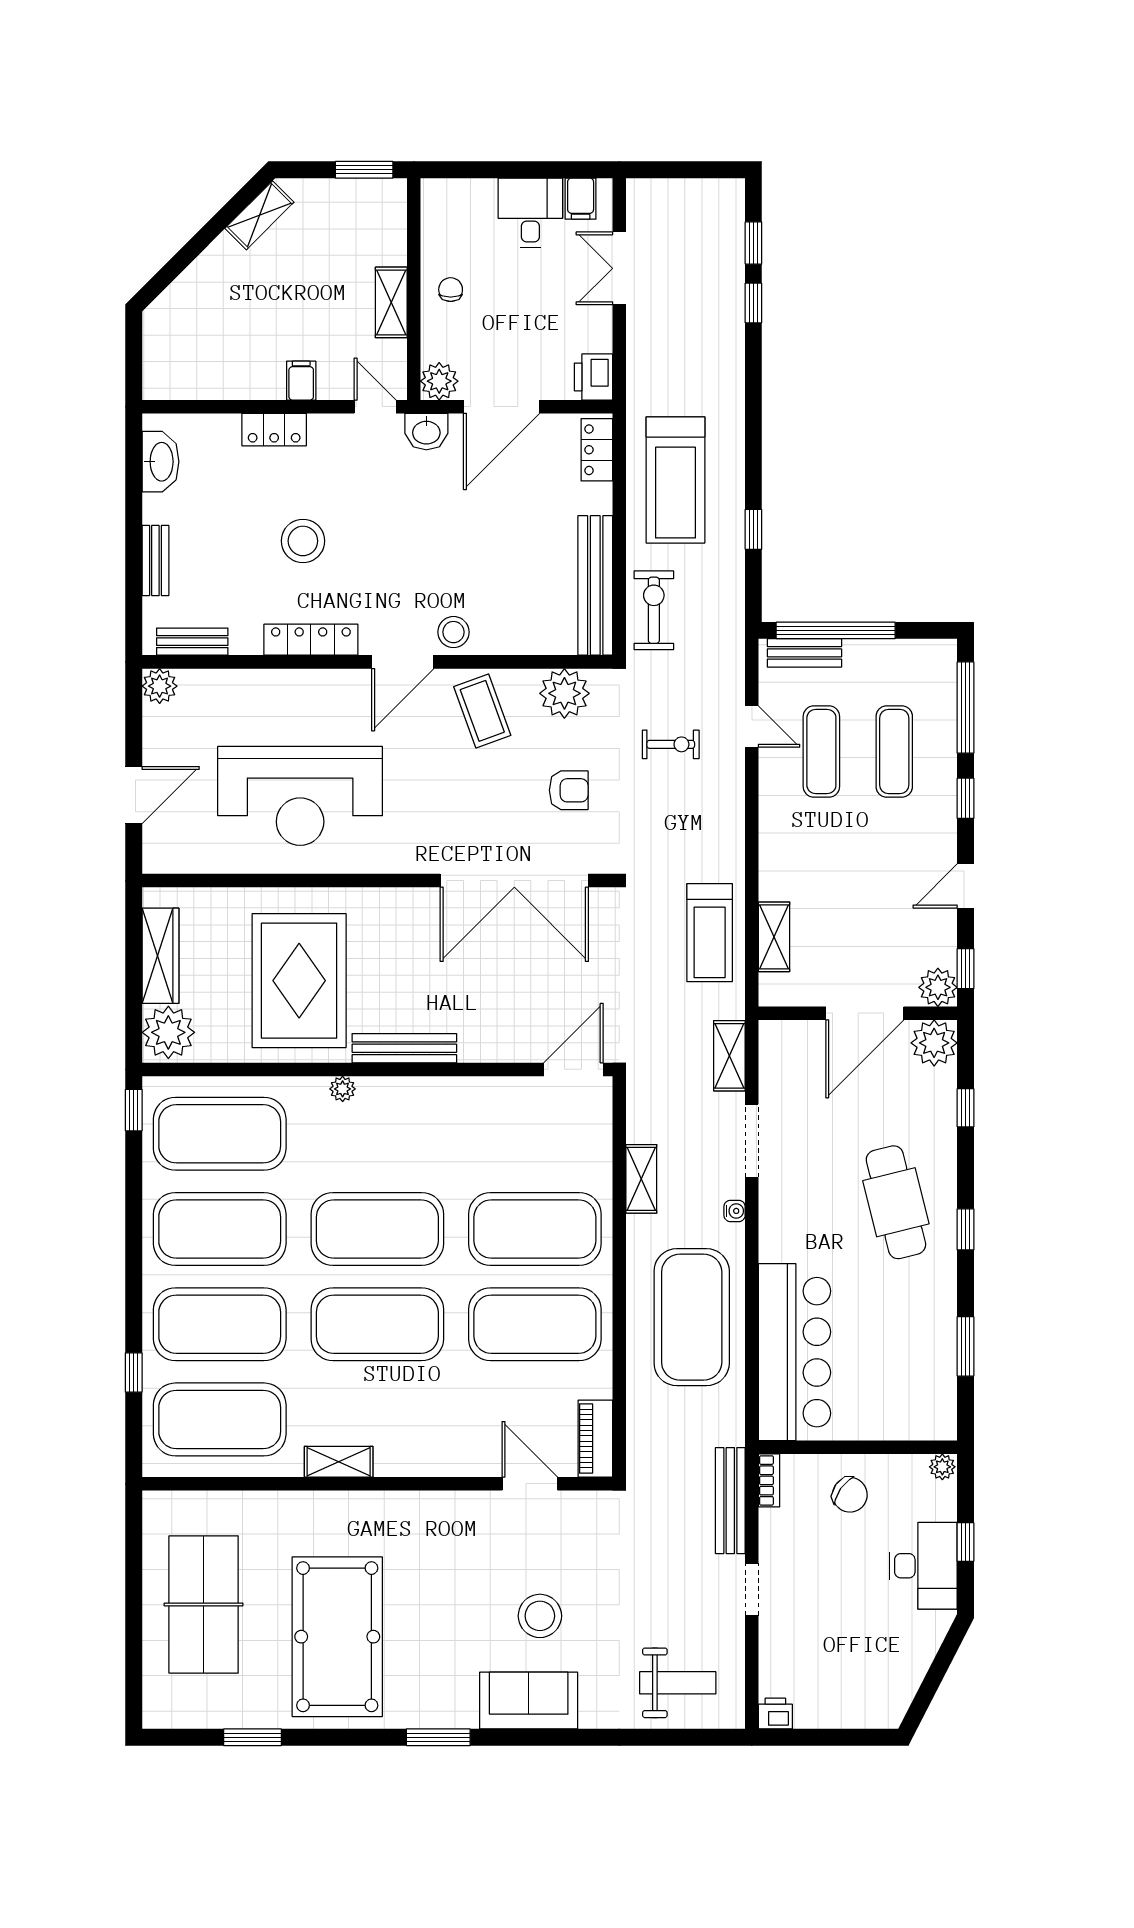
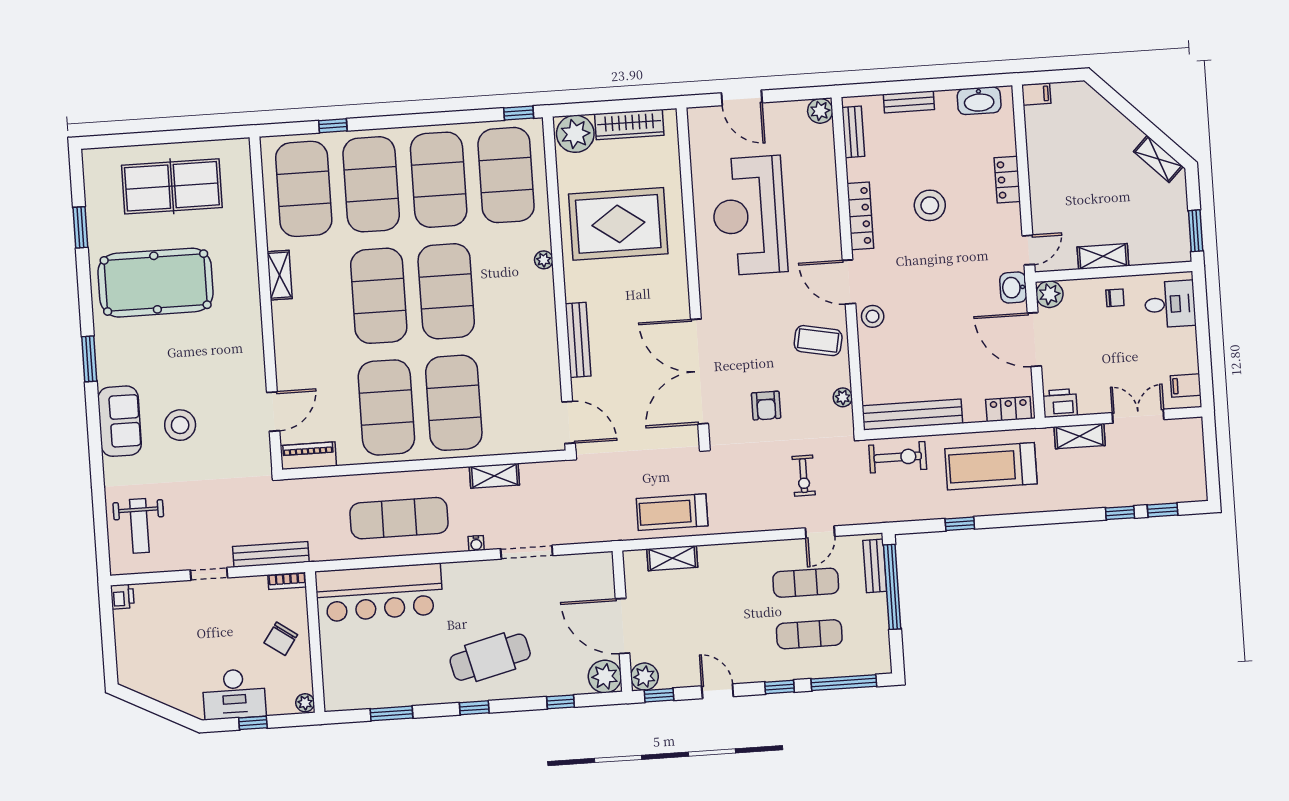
desk: (530, 213) -> (1170, 304), moved
filing cabinet: (301, 381) -> (1036, 94), moved
plant: (564, 693) -> (843, 397), width x0.53, depth x0.53
coffee table: (482, 711) -> (818, 341), turned 31
bench: (404, 1048) -> (578, 340), moved
shelving: (729, 1056) -> (1080, 436), moved
exercise mat: (692, 1317) -> (399, 518), width x0.68

